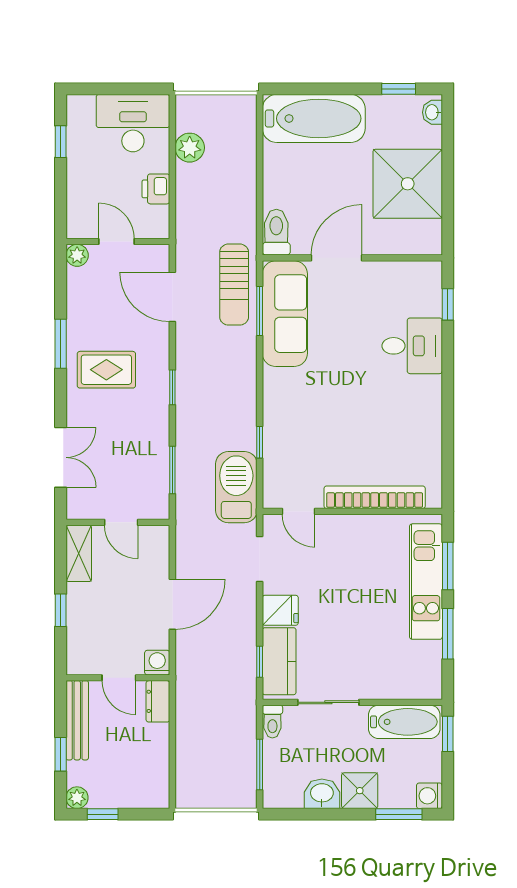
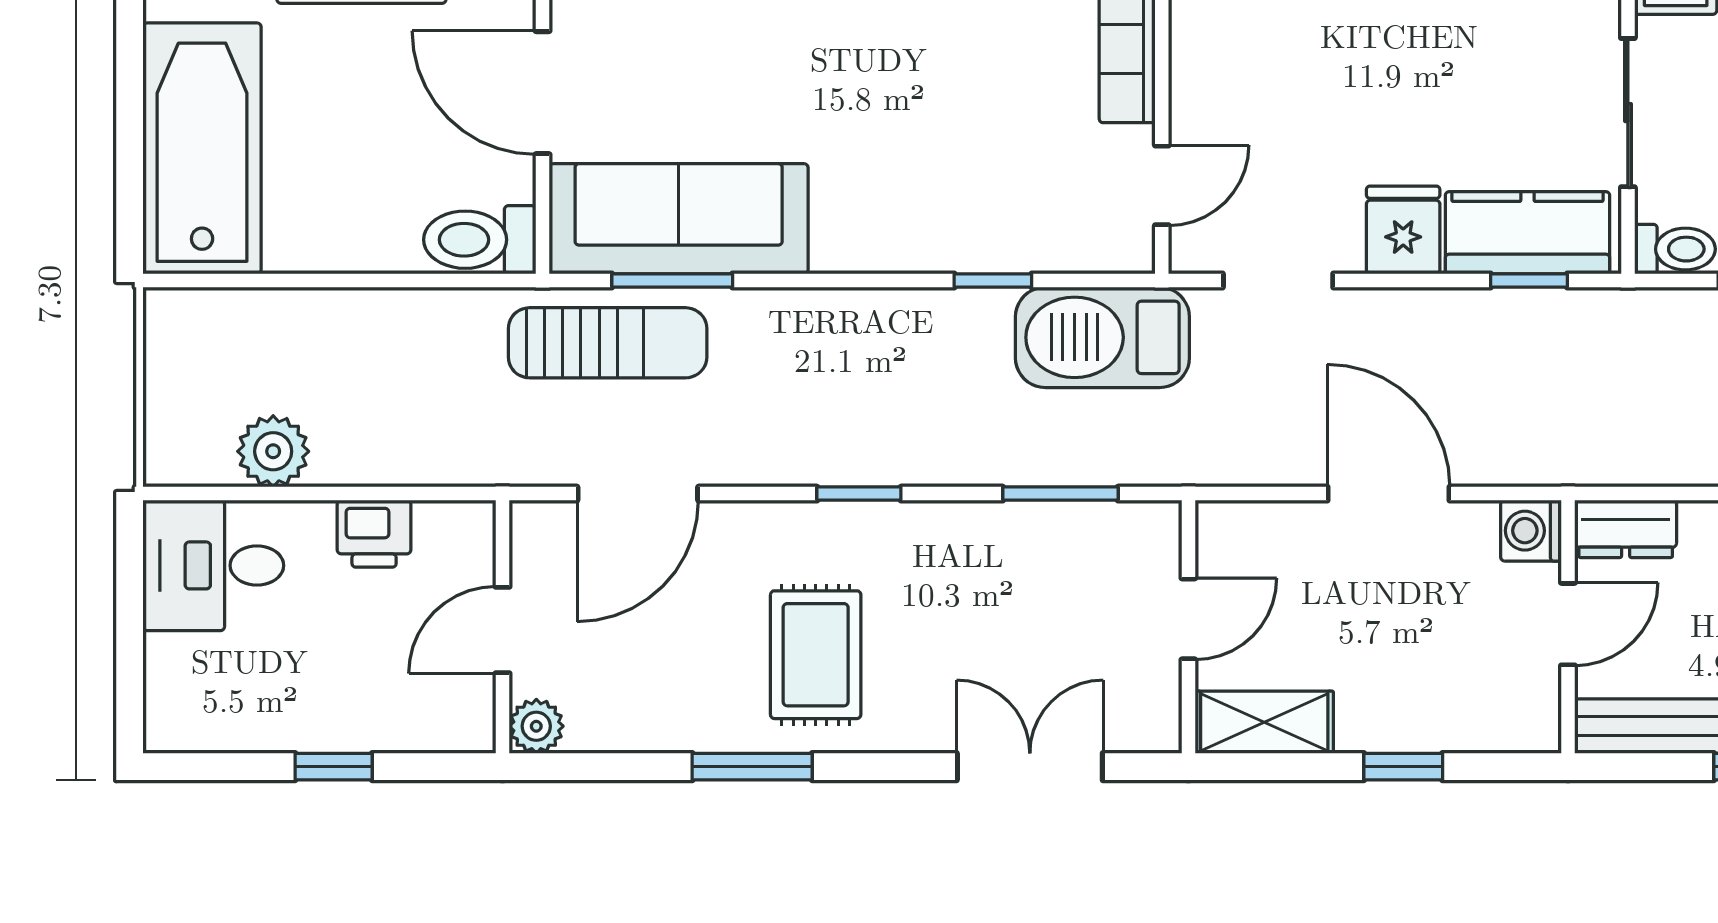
desk: (133, 123) -> (213, 565), width x0.73
window: (61, 142) -> (334, 767), moved

